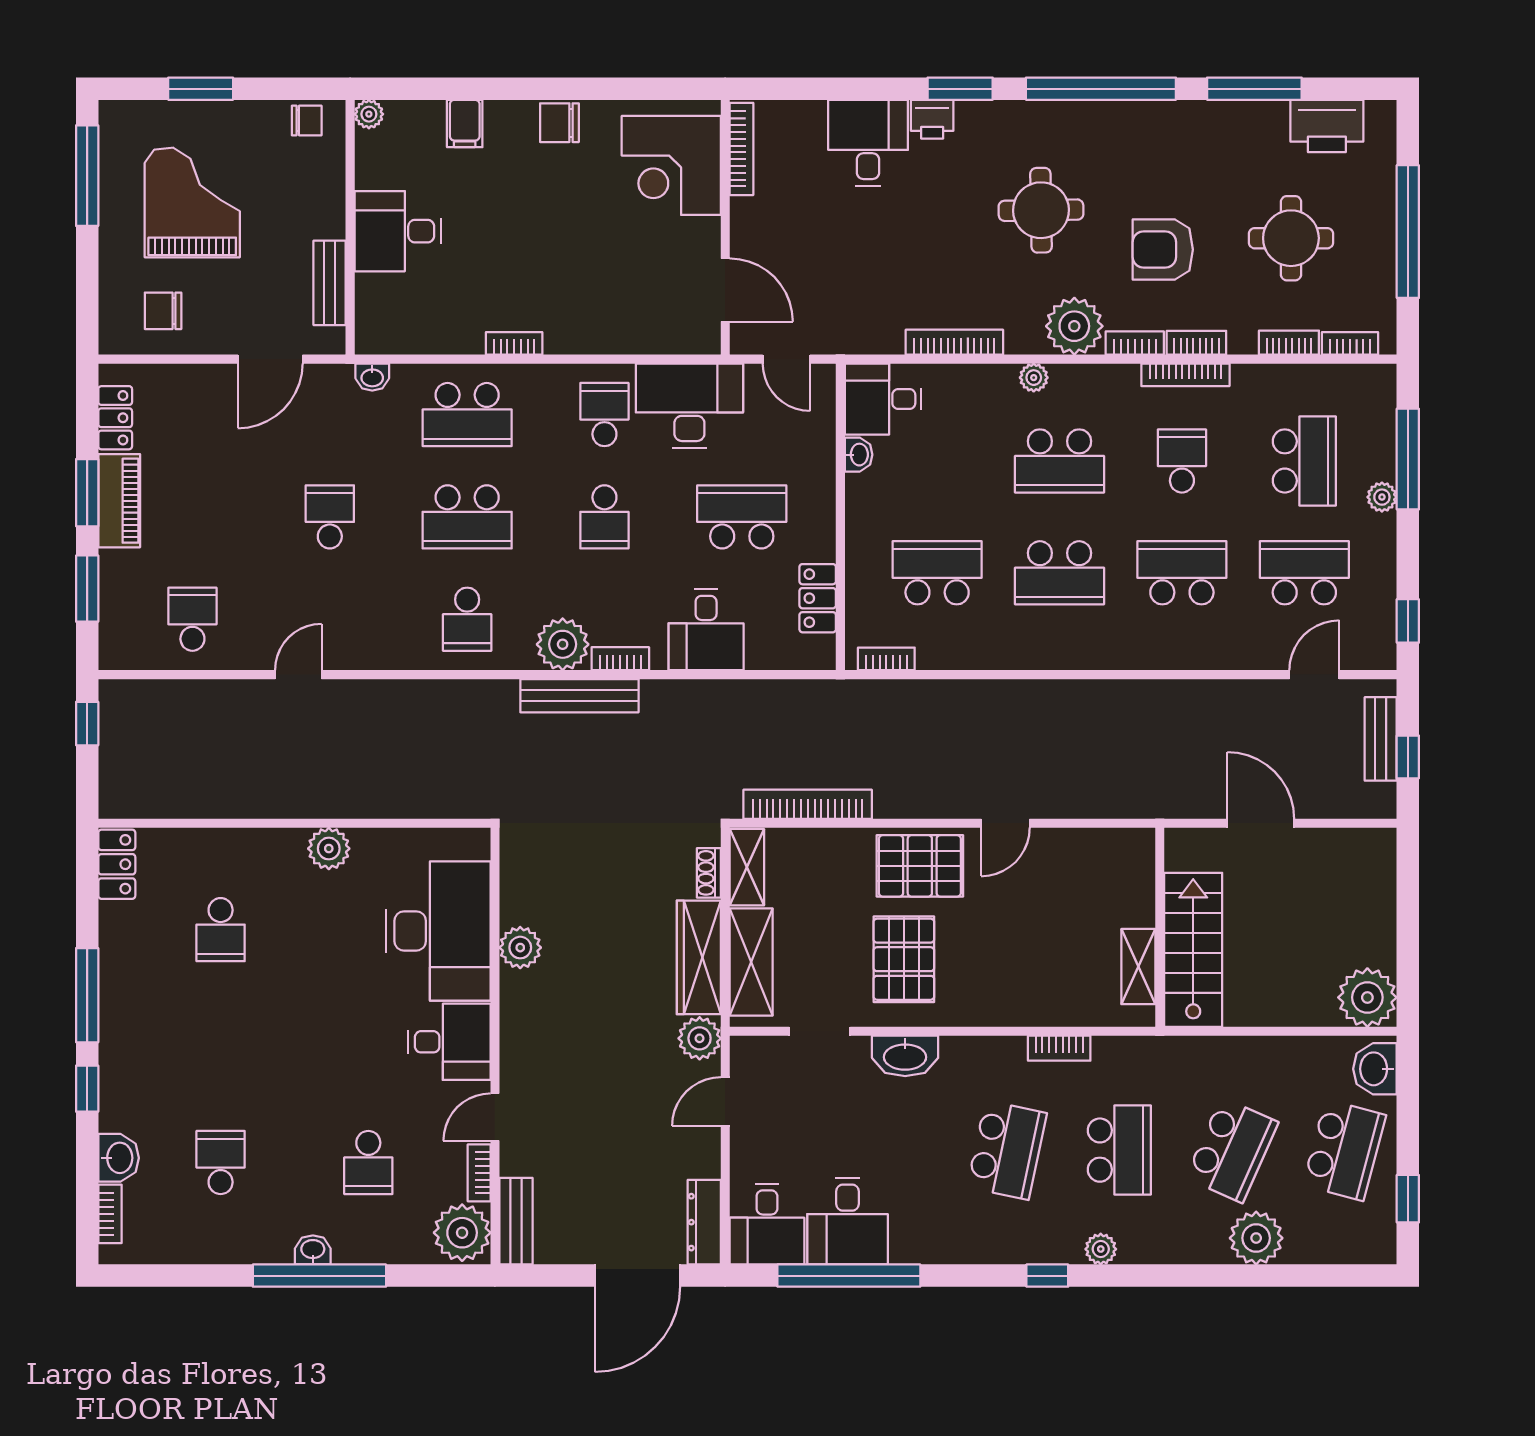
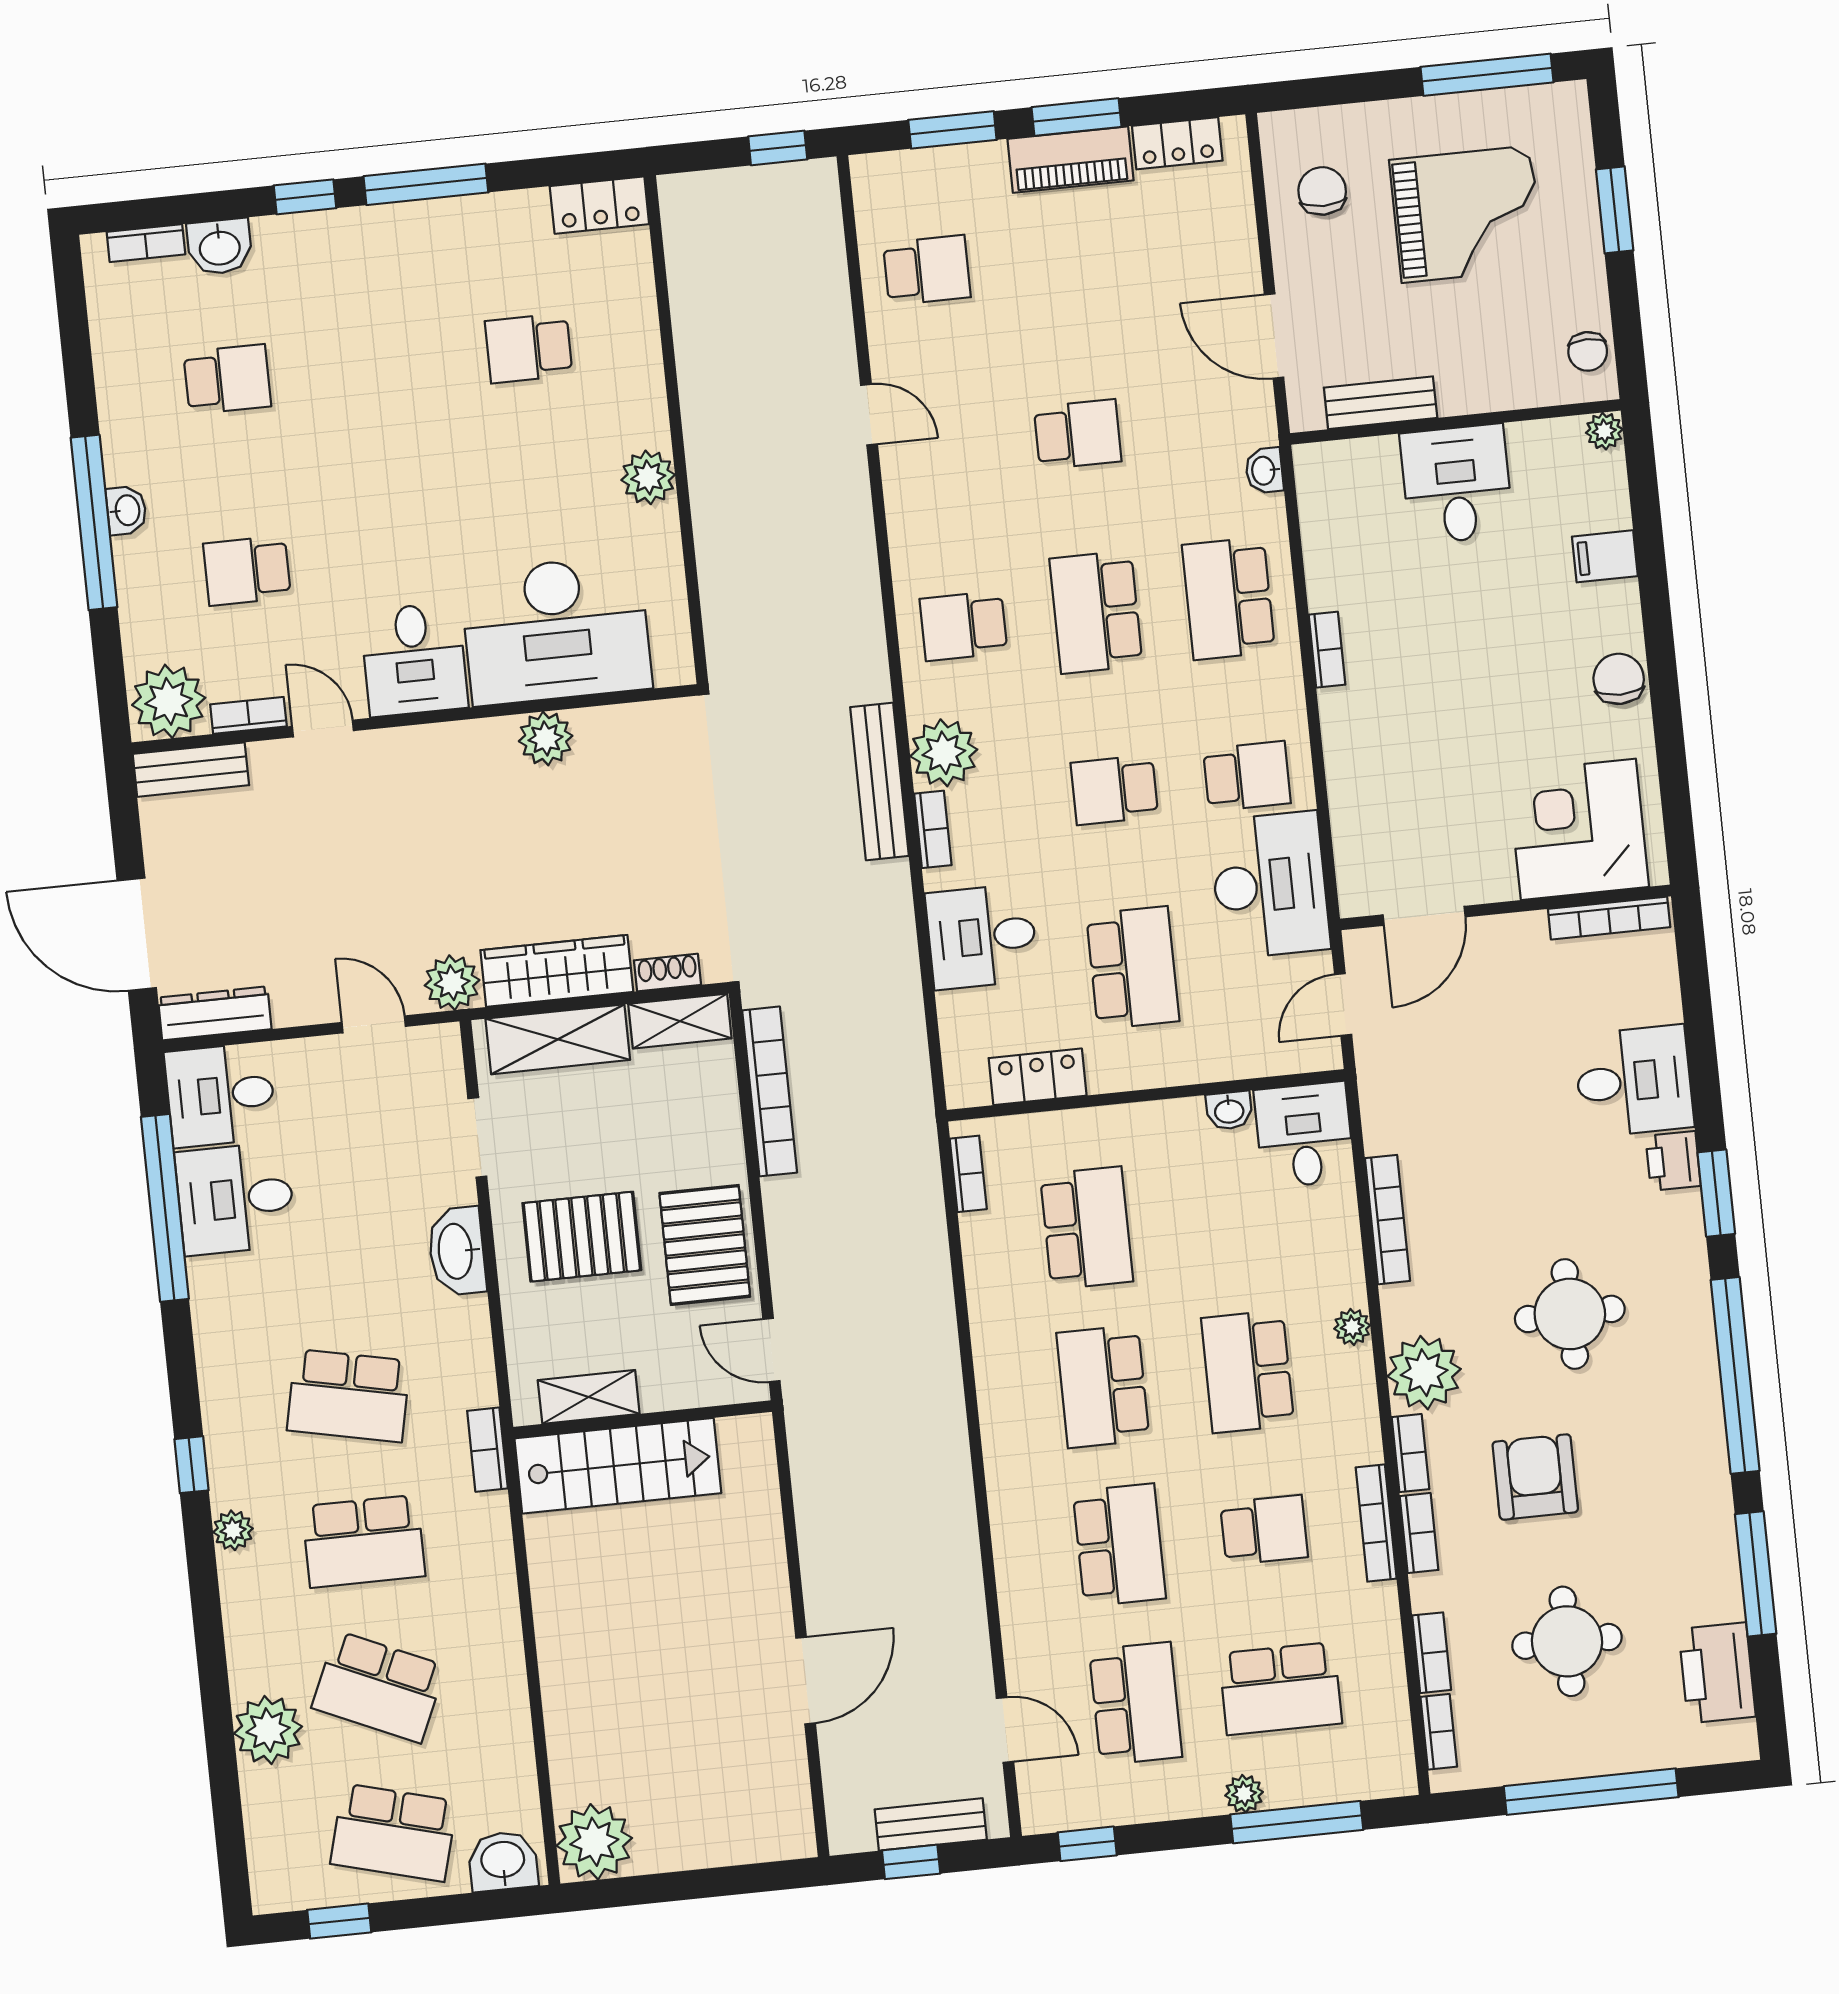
wall: (1160, 927) -> (643, 1419), moved
stairs: (1193, 950) -> (618, 1466), moved
shelving: (1138, 967) -> (589, 1397), moved

